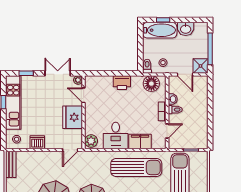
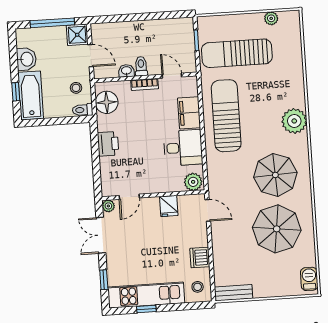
door: (185, 74) -> (91, 56), hinge flipped
fridge: (73, 117) -> (169, 206), width x0.53, depth x0.75

